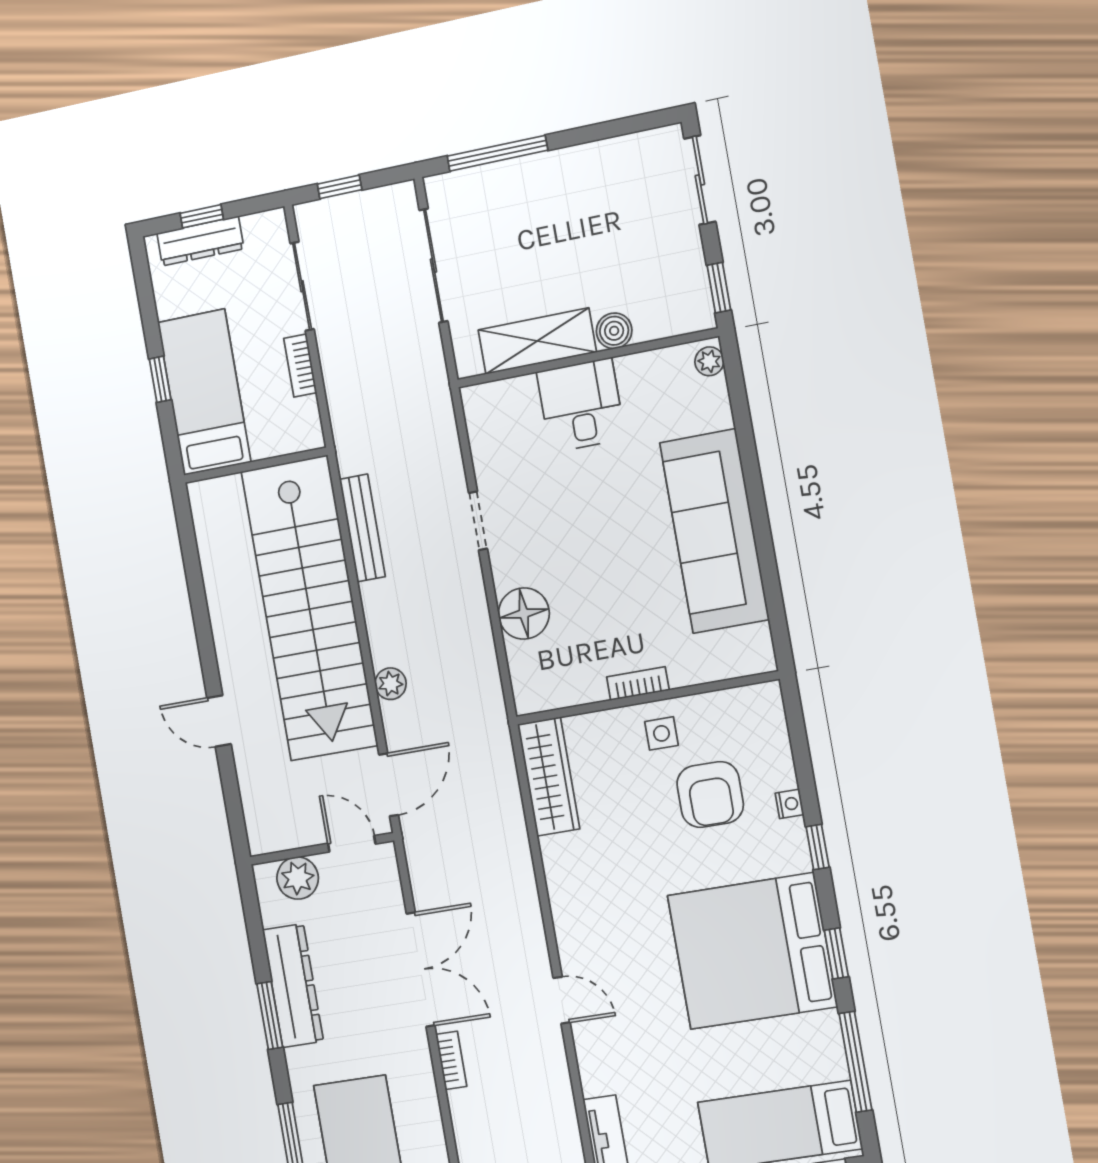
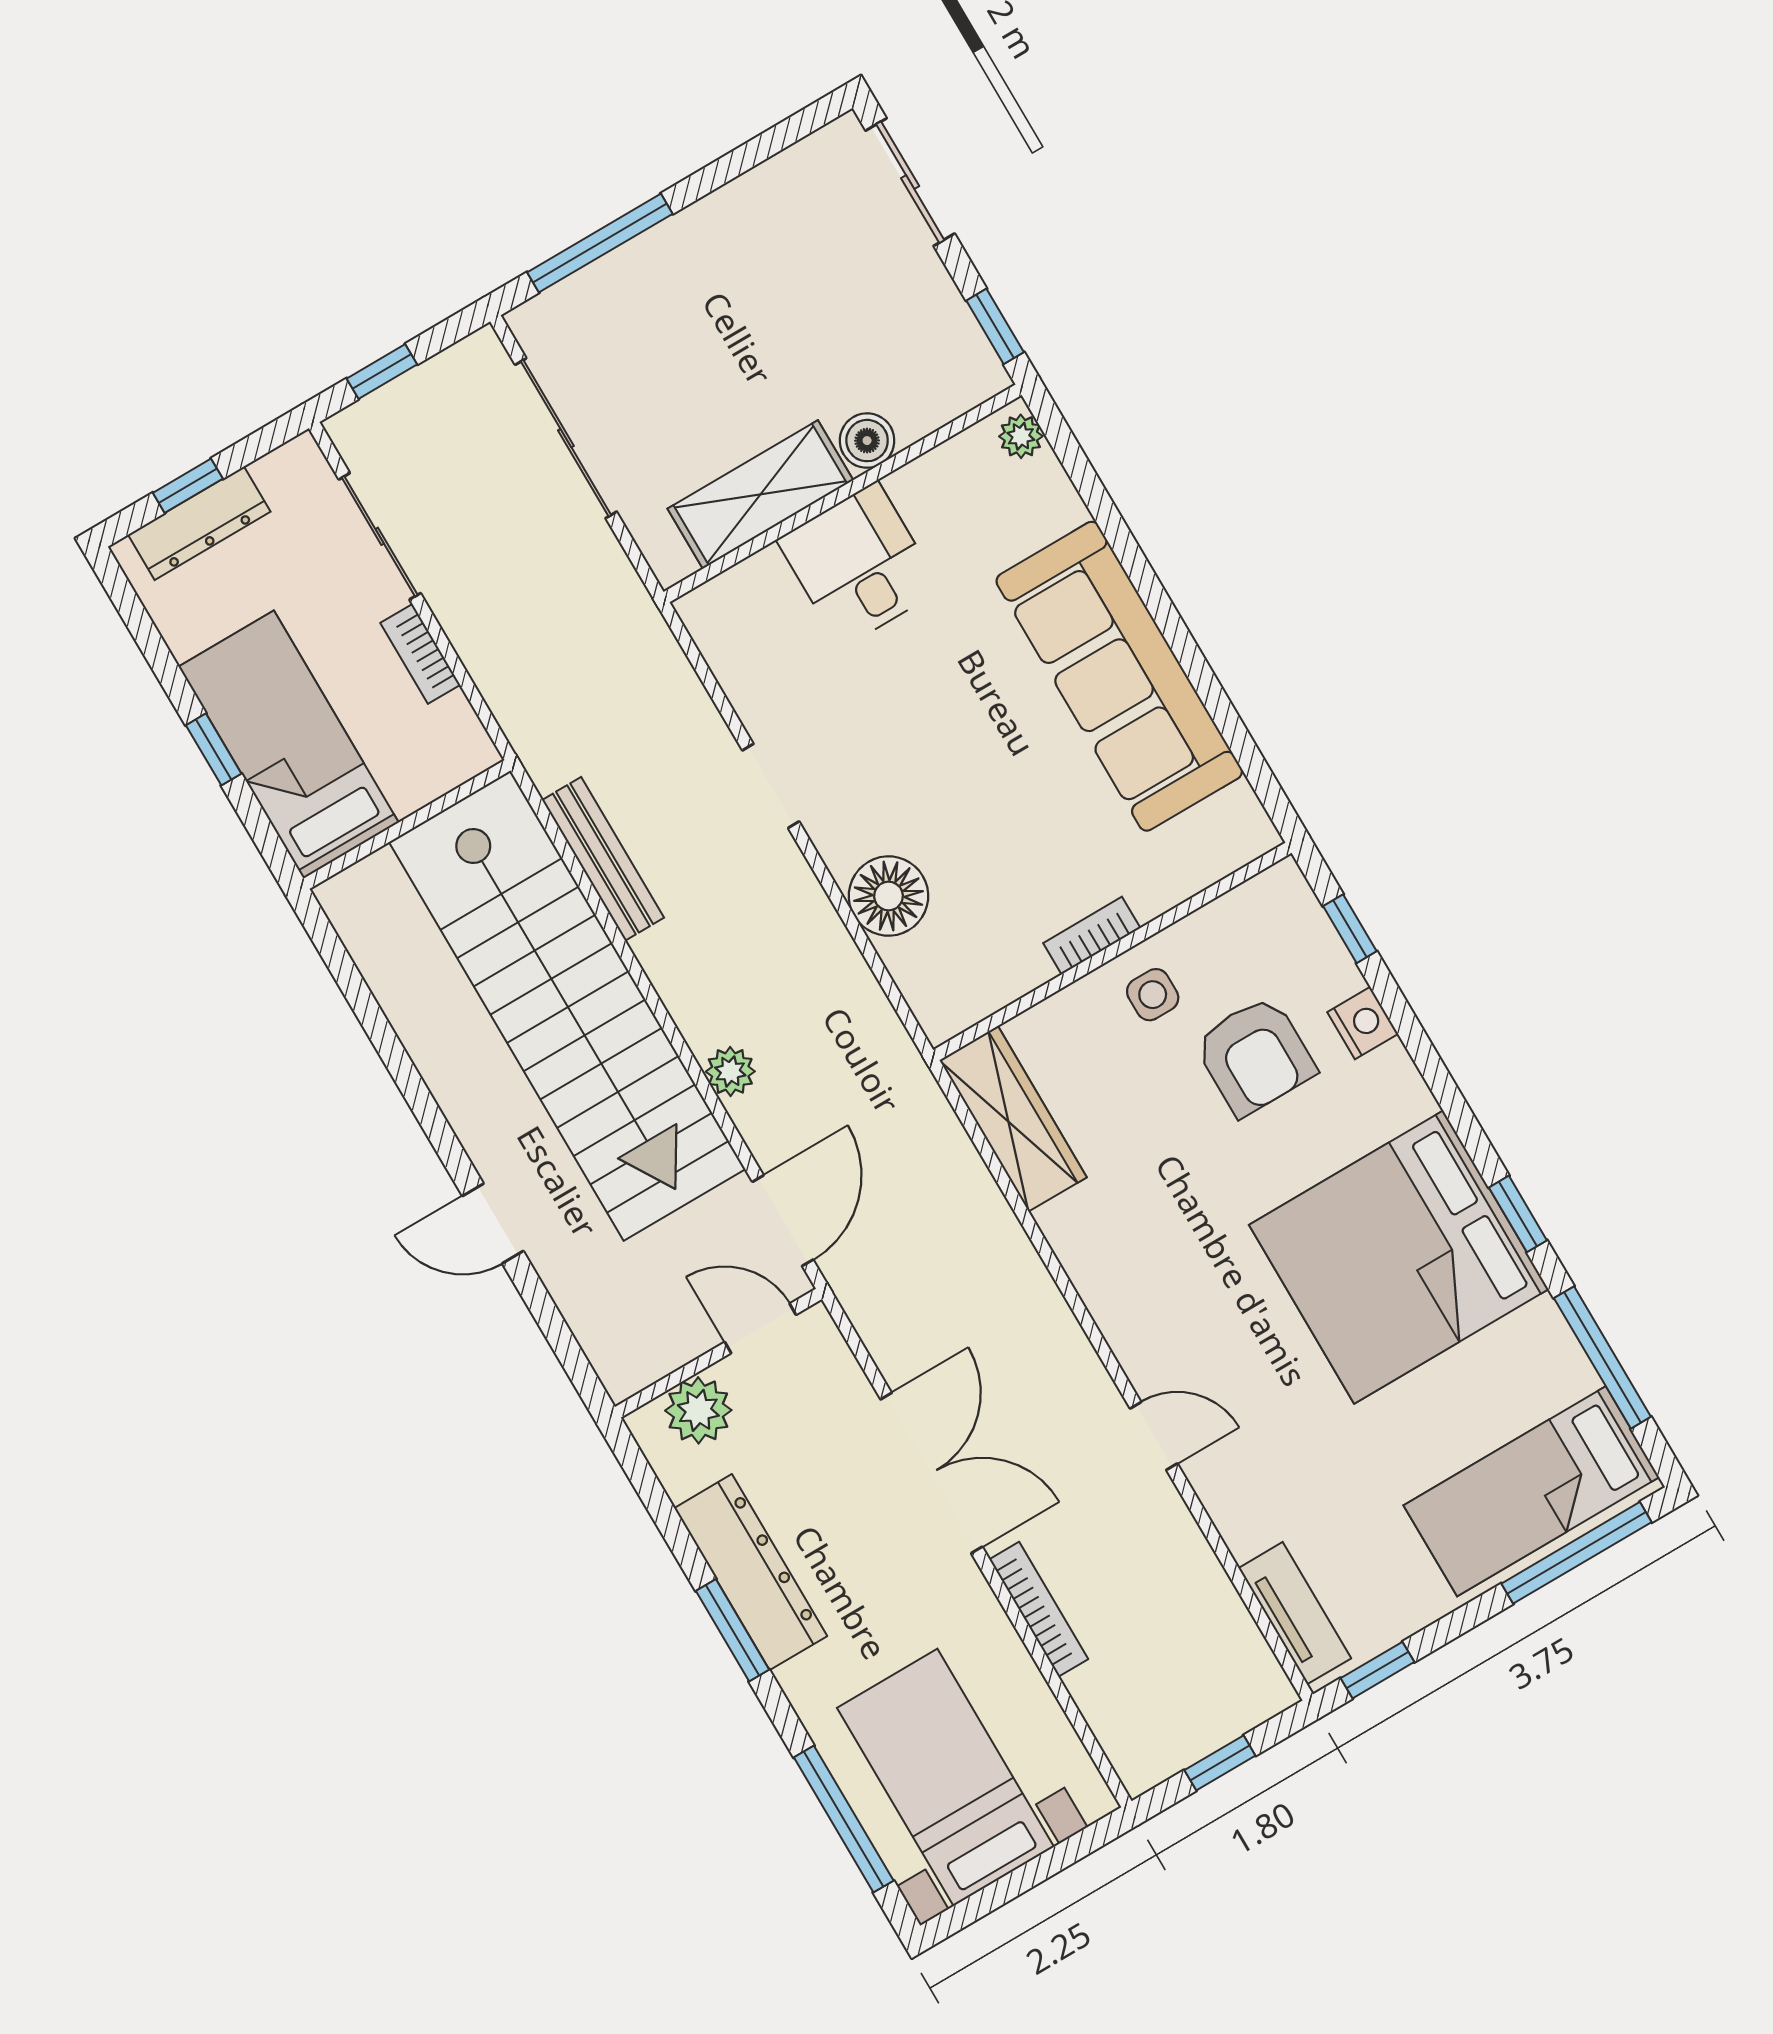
nightstand: (790, 804) -> (1363, 1023), width x1.39, depth x1.35
window: (818, 847) -> (1350, 929), moved
bookcase: (451, 1060) -> (1039, 1609), width x1.56

